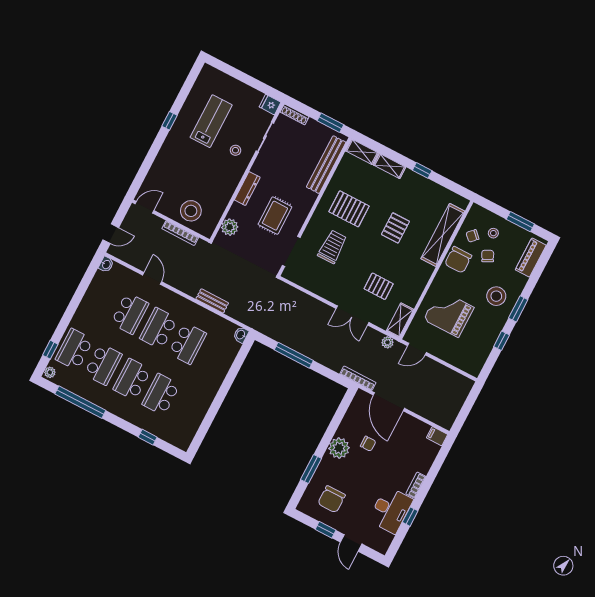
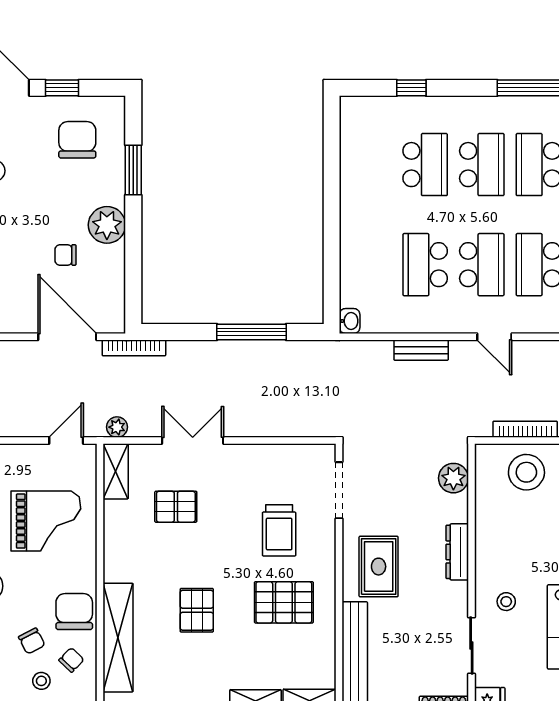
rug: (275, 216) -> (379, 567), moved
door: (152, 278) -> (494, 337), moved

